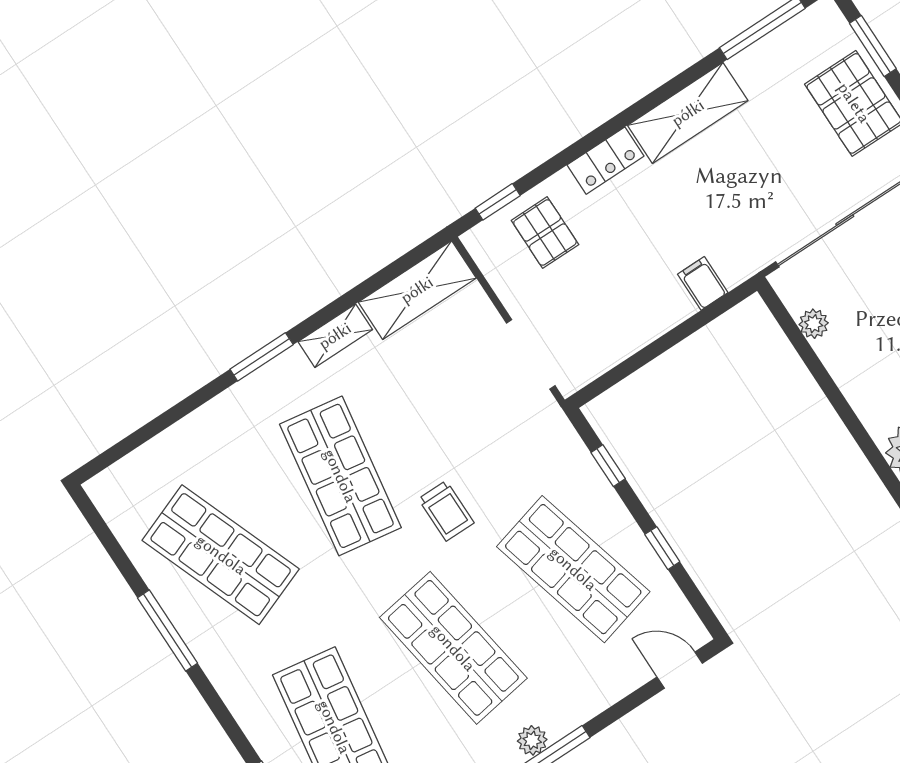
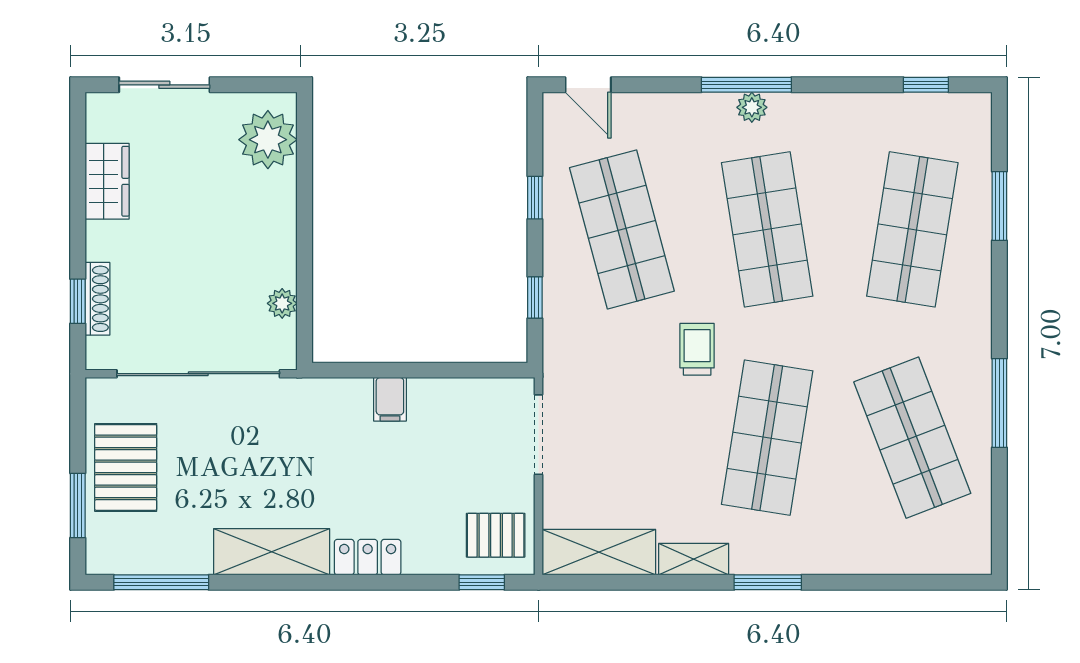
pallet: (545, 233) -> (496, 535), moved, turned 90
filing cabinet: (703, 283) -> (390, 399), moved

